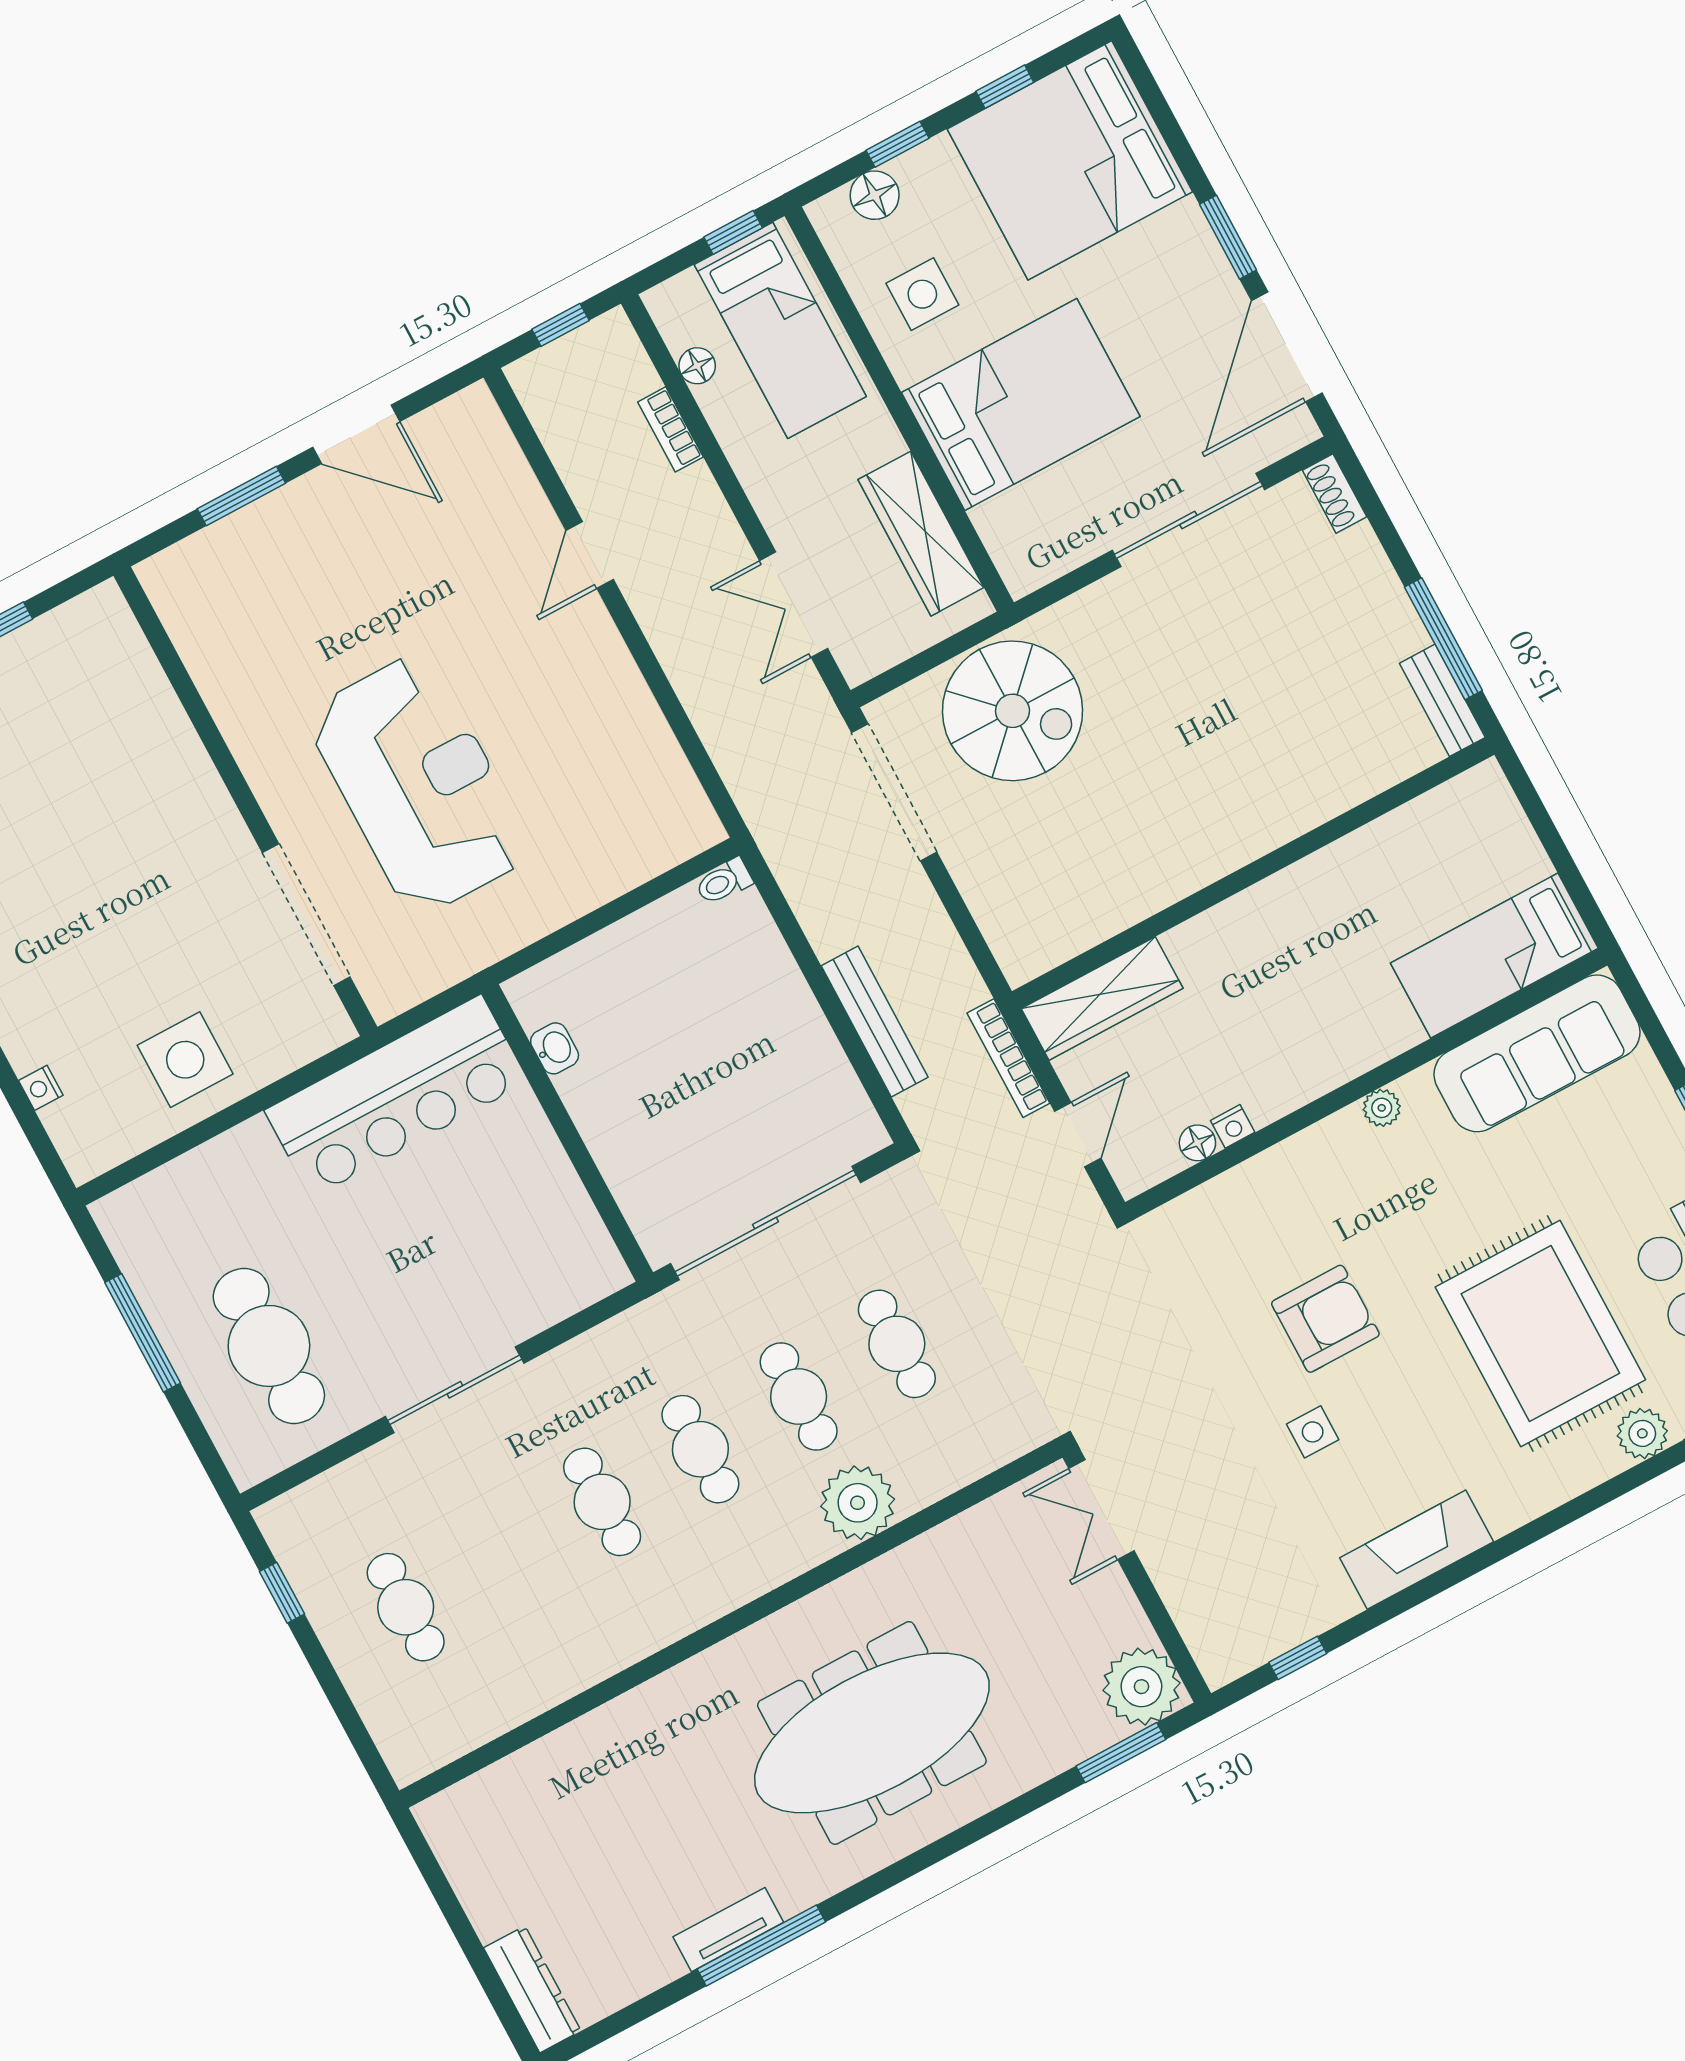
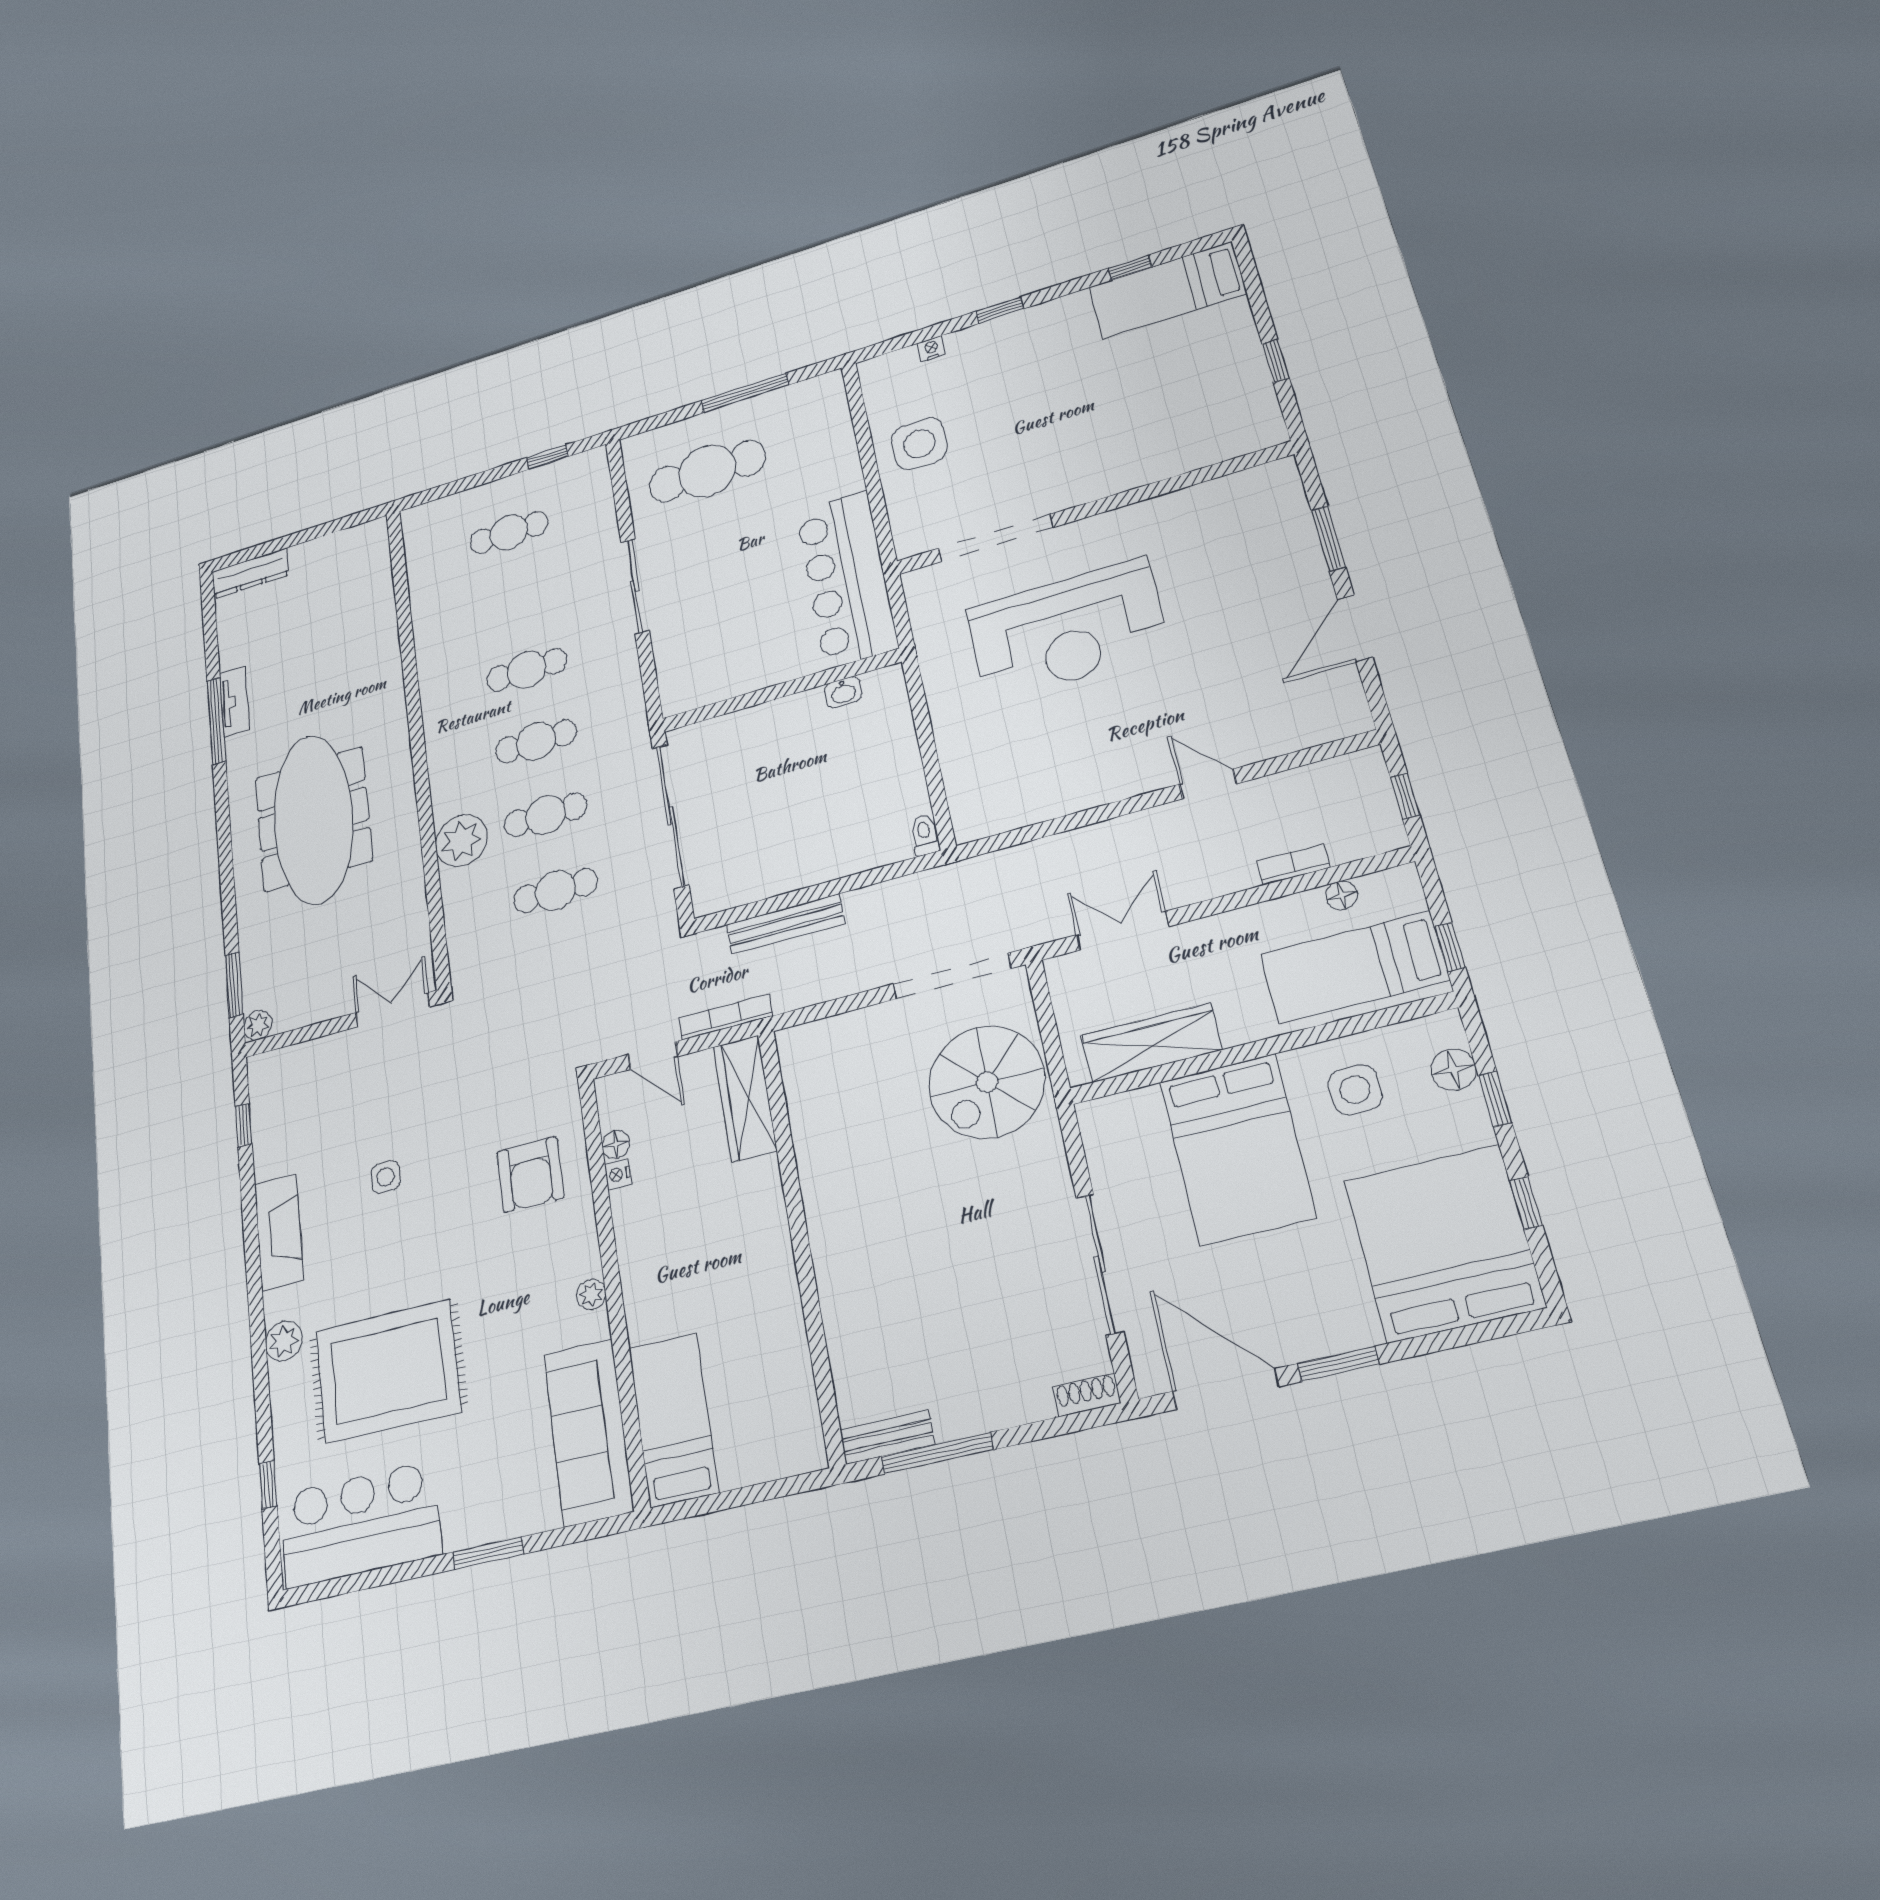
armchair: (1325, 1319) -> (530, 1174), moved
plant: (1642, 1433) -> (284, 1341), moved
plant: (1141, 1687) -> (258, 1025), width x0.53, depth x0.53

